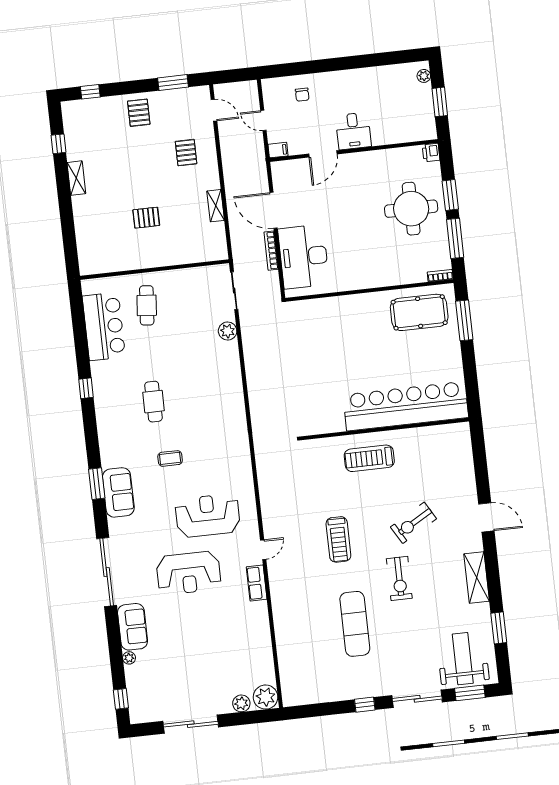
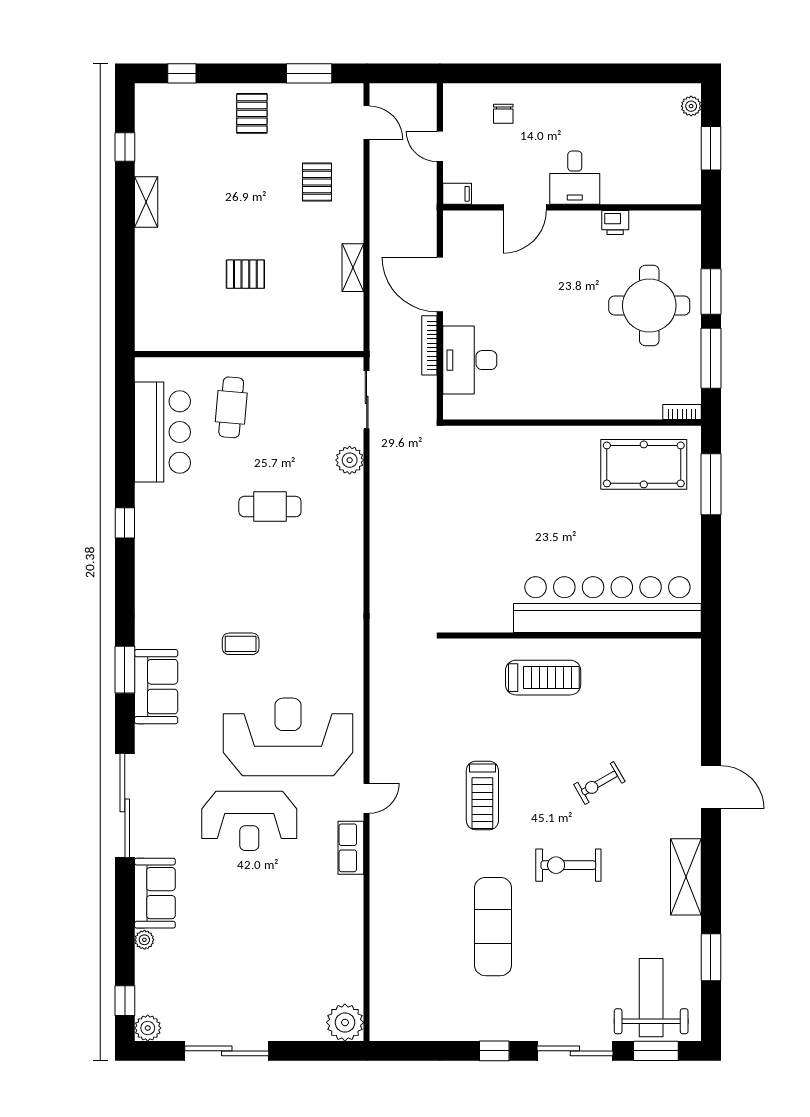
printer: (431, 153) -> (615, 222), moved, turned -90
desk: (304, 257) -> (470, 360), width x0.73, depth x0.77
cafe table: (154, 402) -> (270, 507), moved, turned 90
treadmill: (369, 458) -> (543, 678), turned 180
reception desk: (208, 515) -> (288, 737), width x1.36, depth x1.30
exercise bike: (413, 523) -> (599, 783), width x0.73, depth x0.72
exercise bike: (399, 578) -> (568, 865), turned 90
plant: (241, 703) -> (148, 1028), moved

